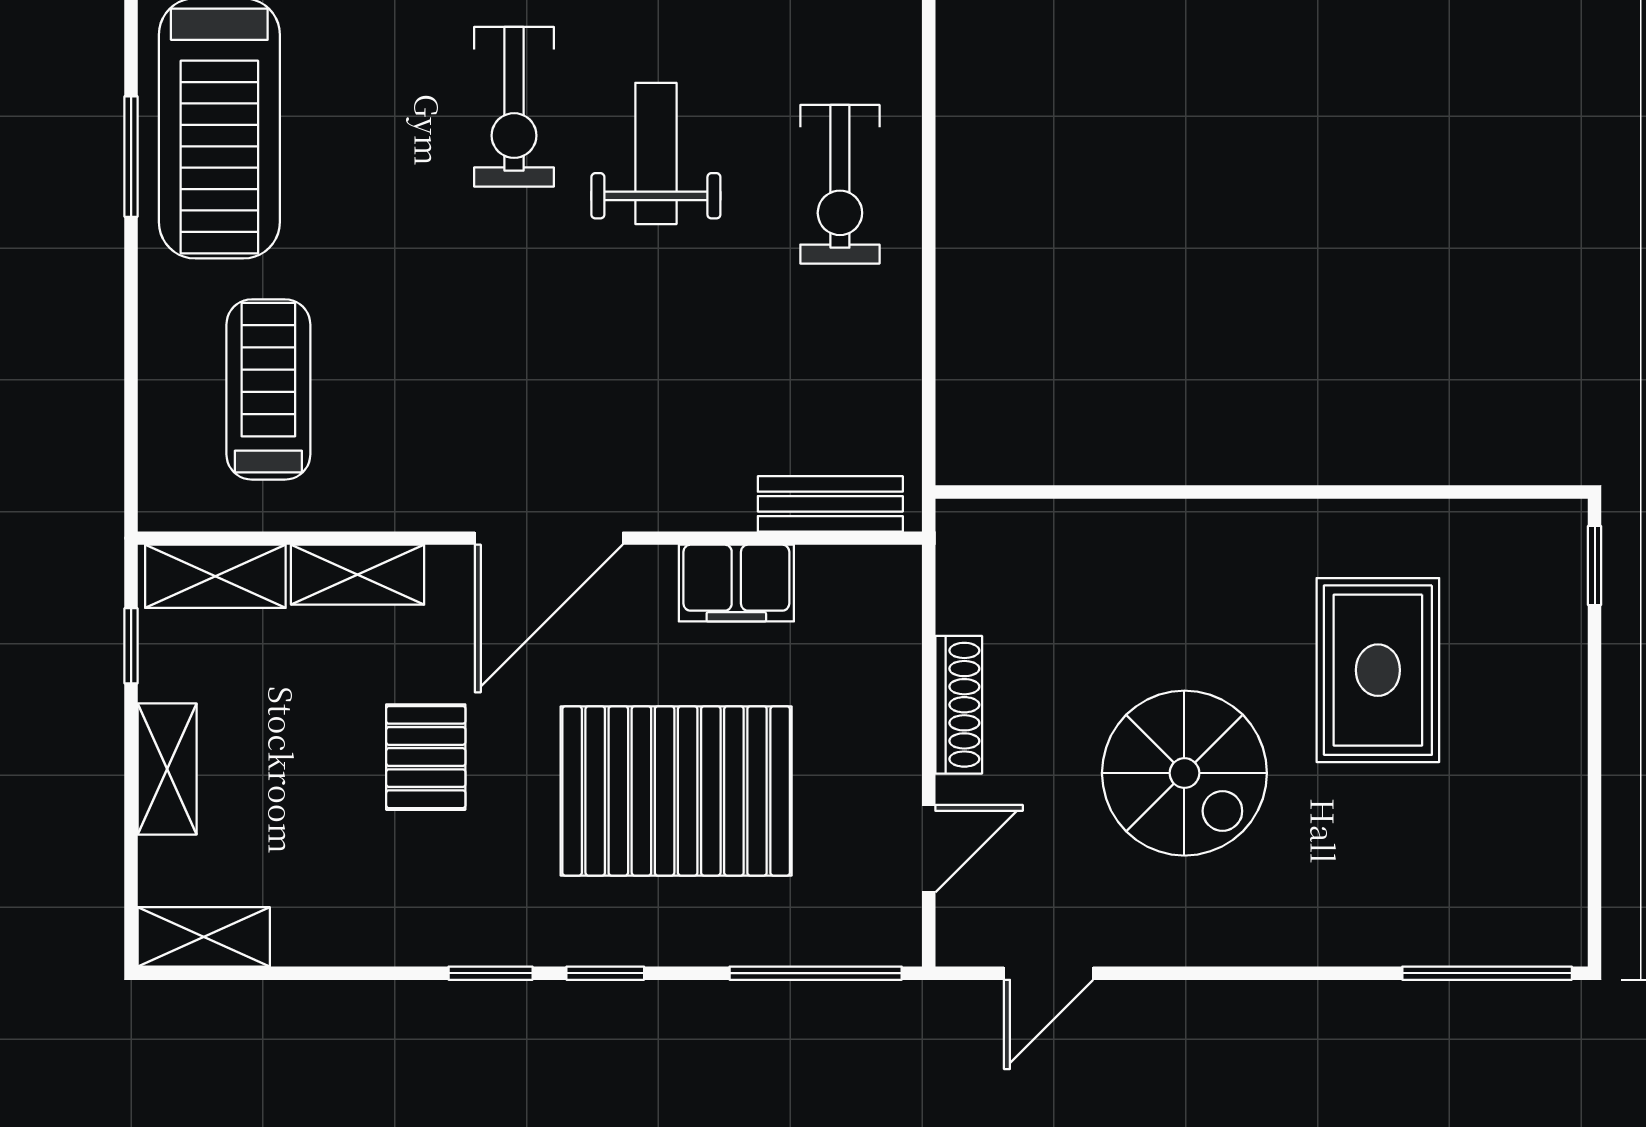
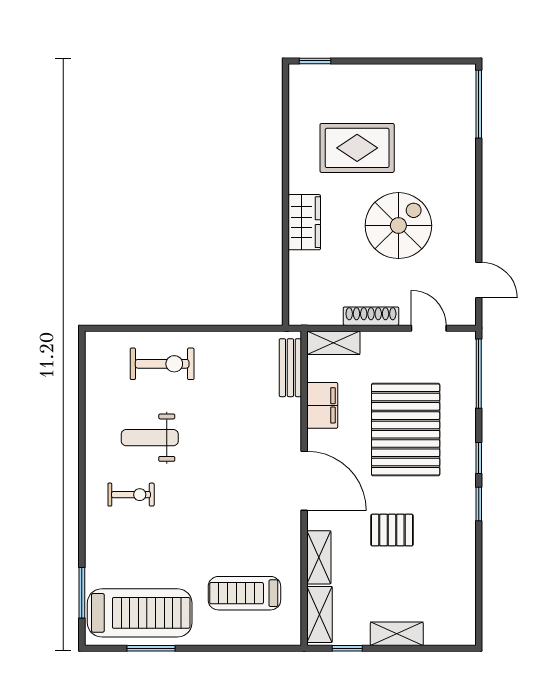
exercise bike: (514, 107) -> (131, 495), width x0.73, depth x0.72
wardrobe: (1193, 539) -> (304, 222), added
shelving: (204, 937) -> (333, 343), moved, turned 90

